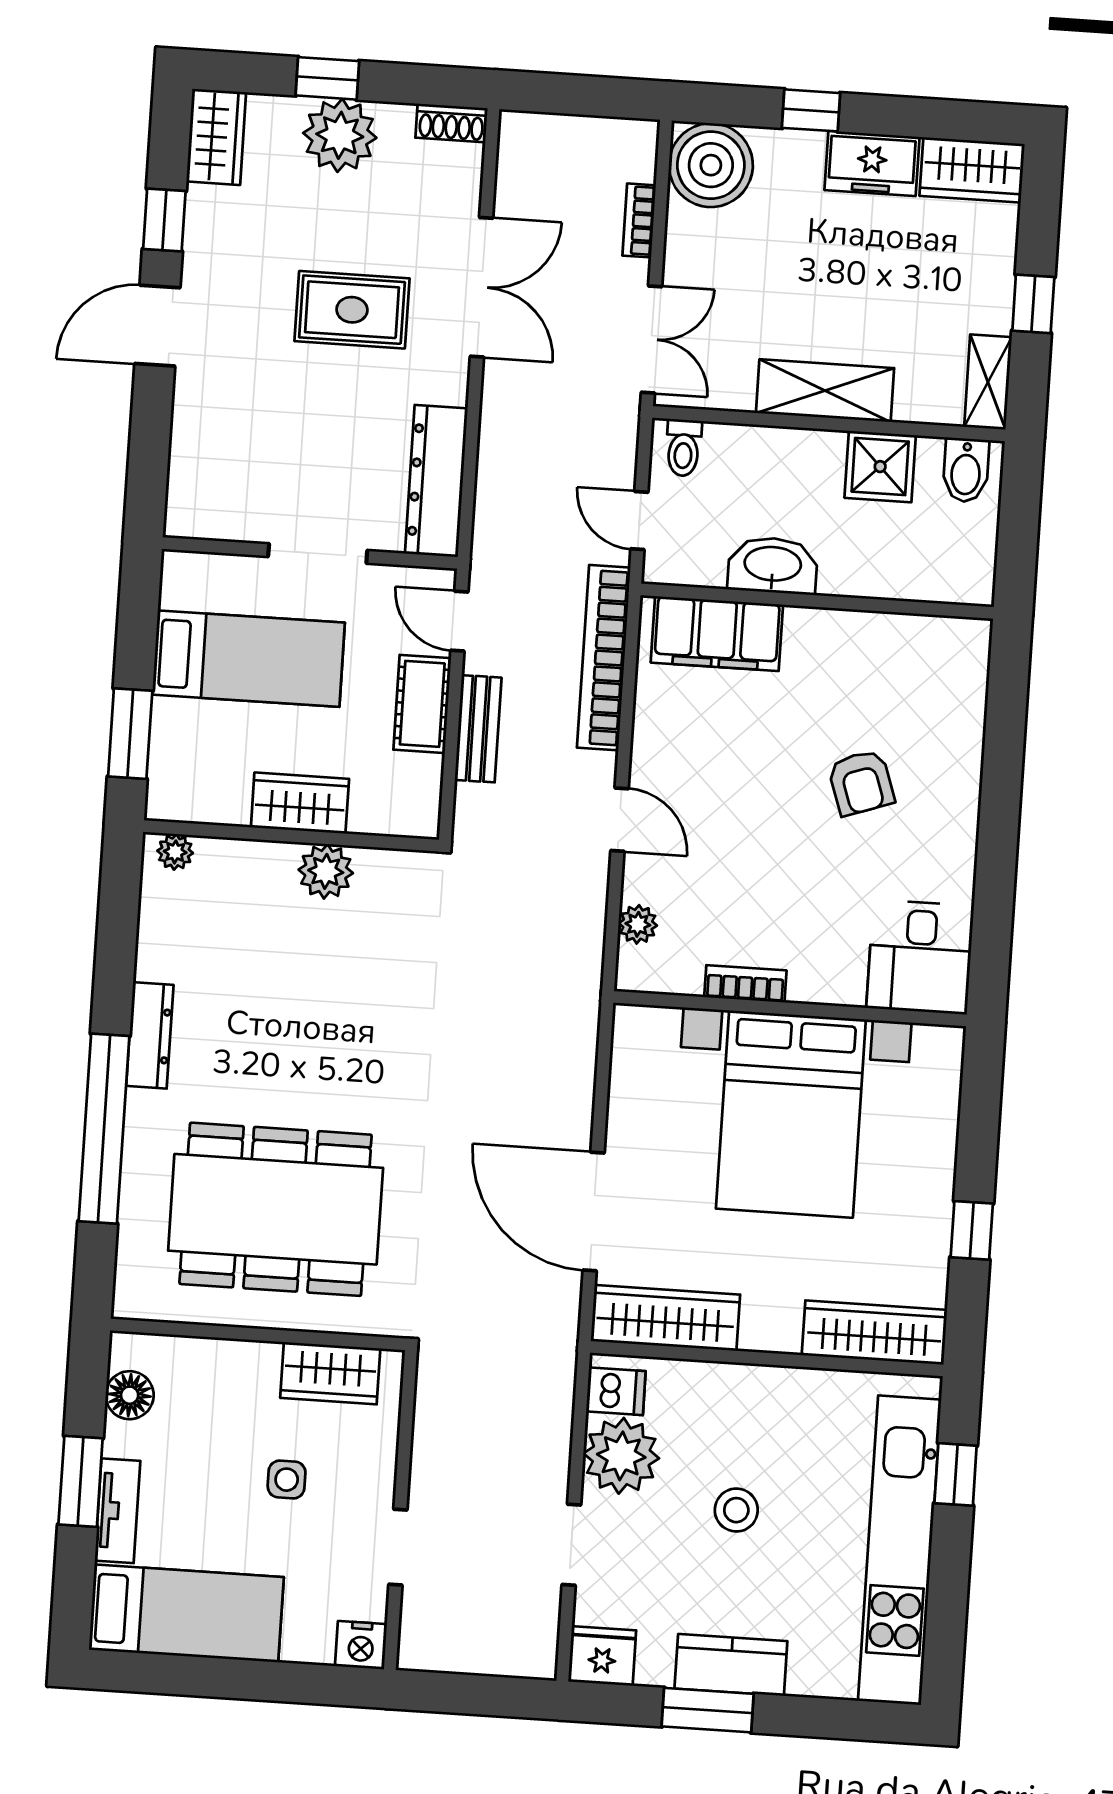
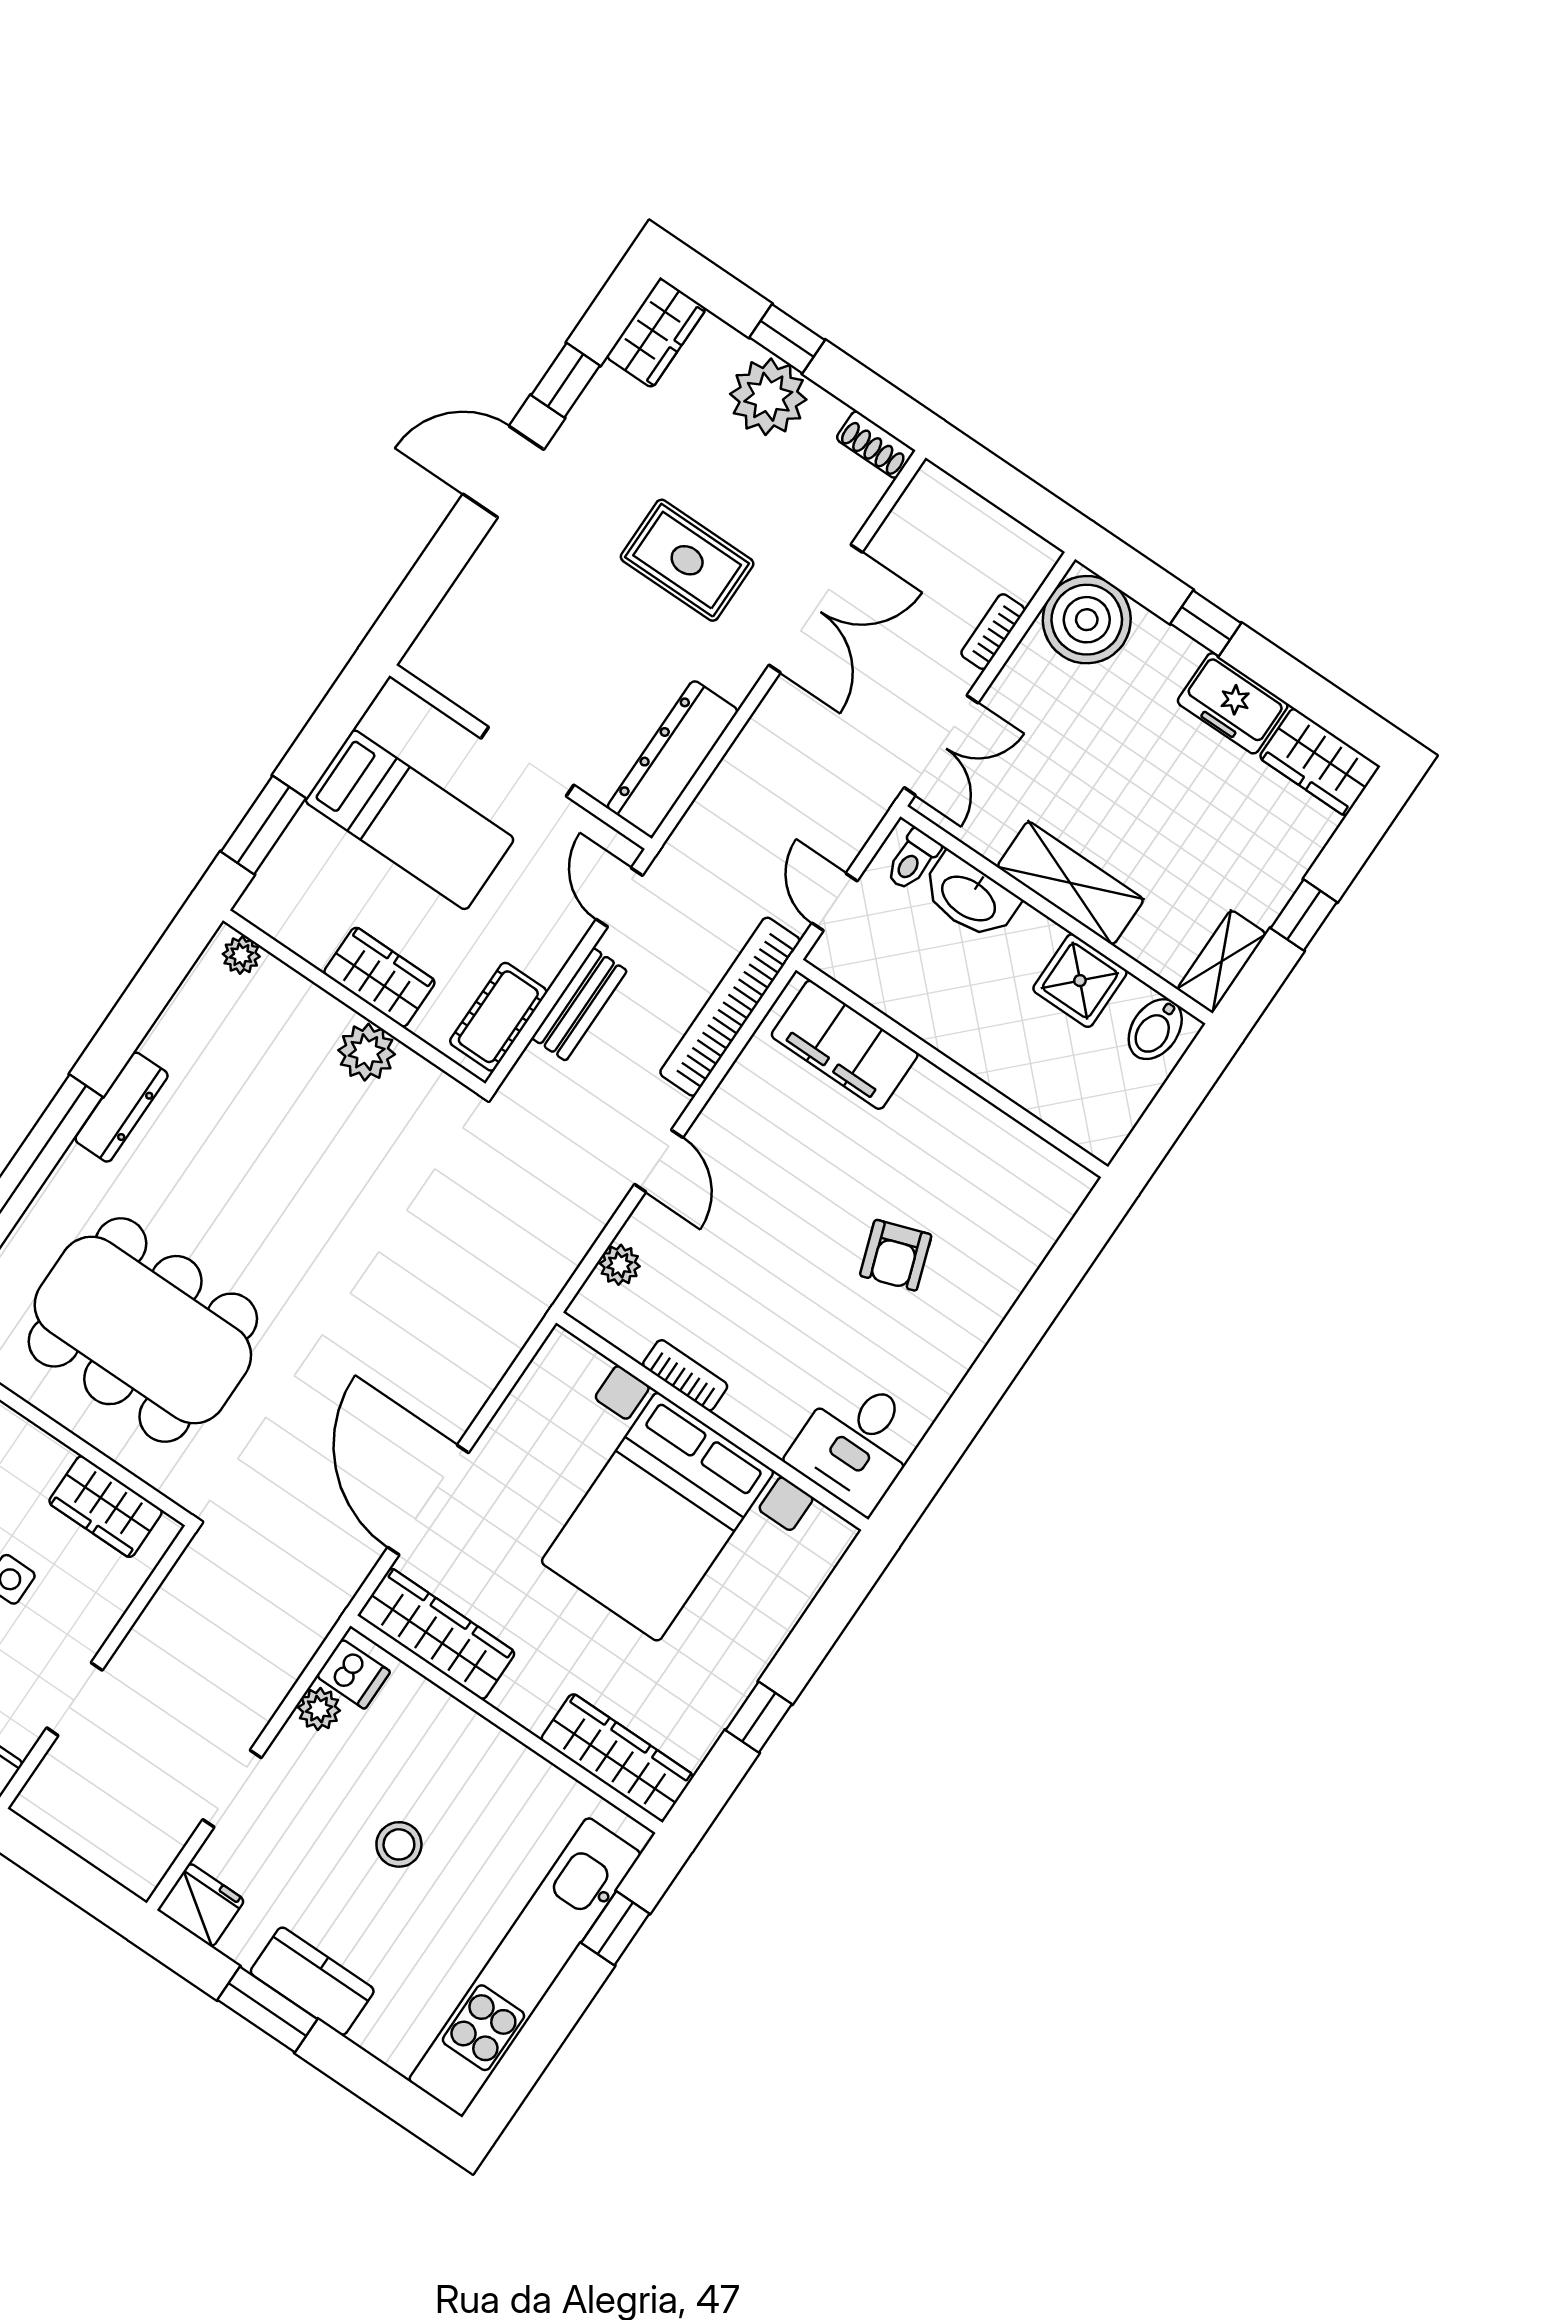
washbasin: (773, 565) -> (969, 897), moved, turned 180
cot: (422, 704) -> (498, 1017), moved
plant: (621, 1456) -> (319, 1709), width x0.53, depth x0.53

